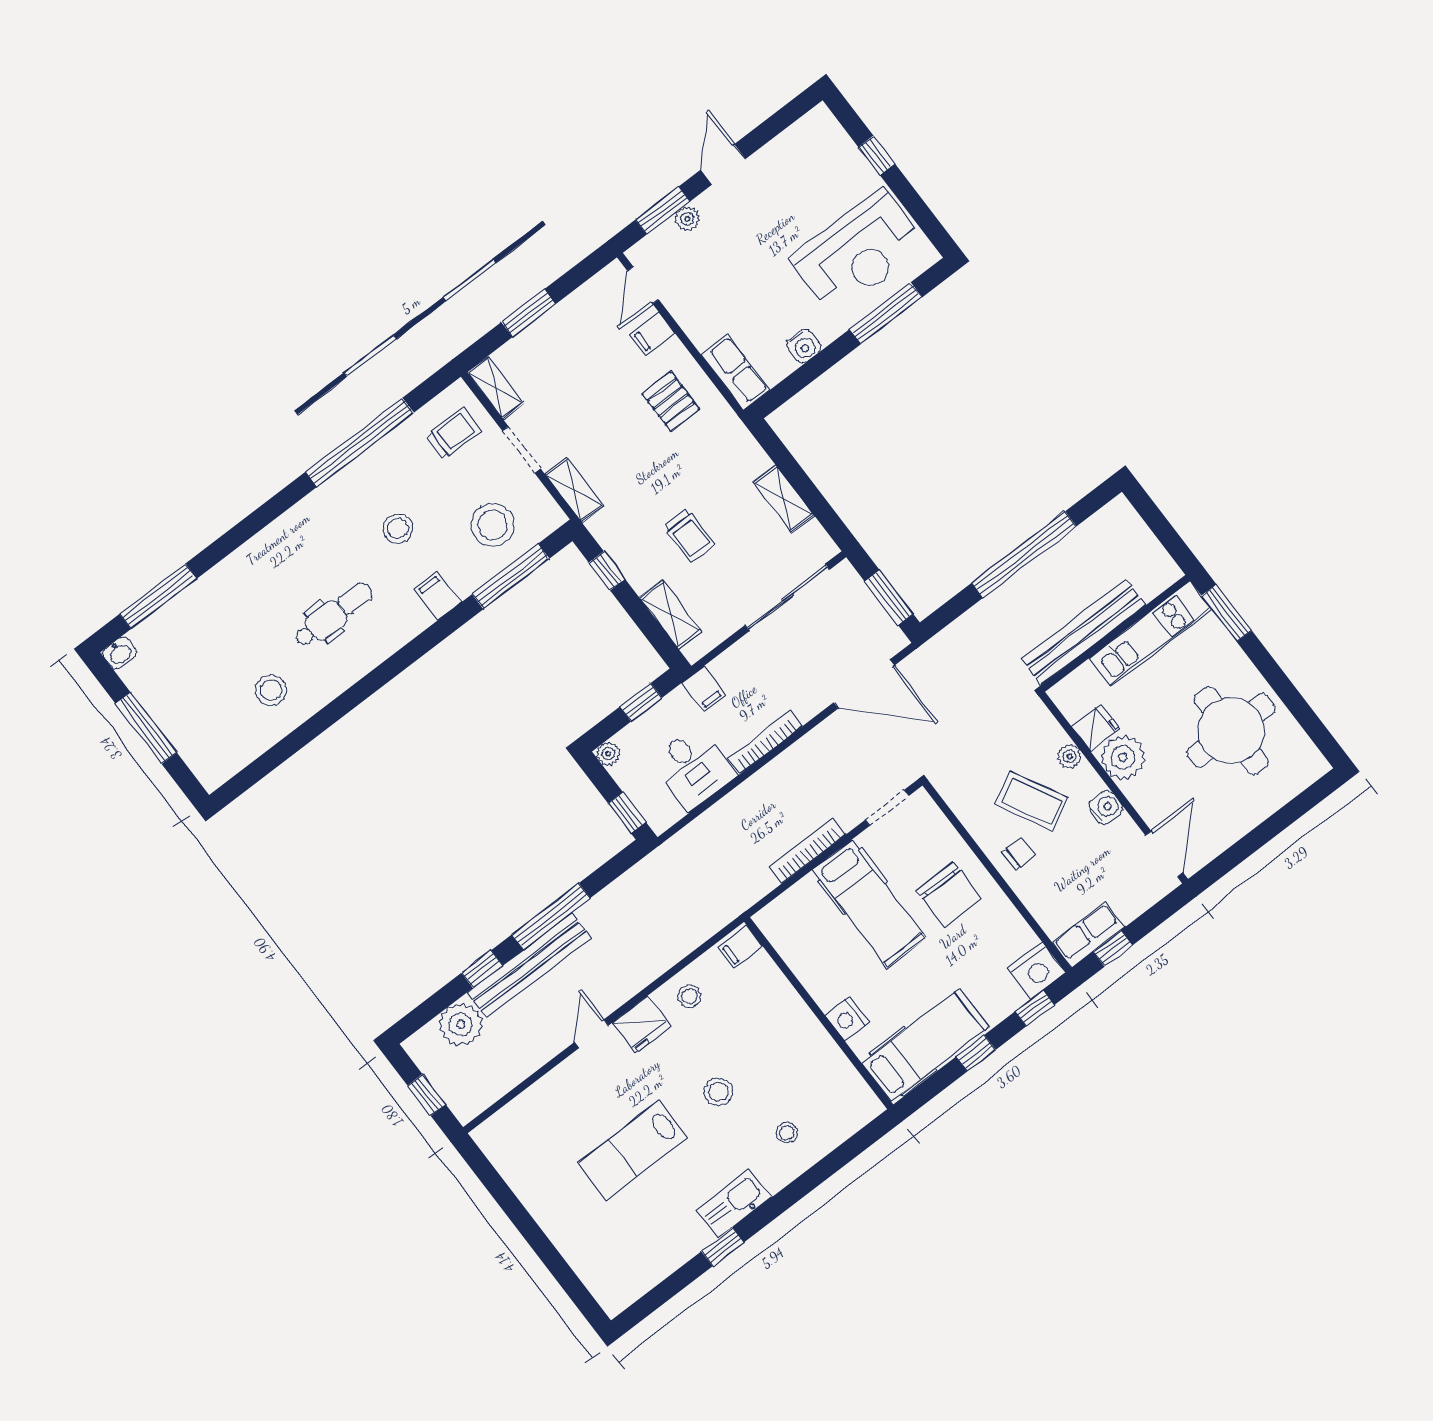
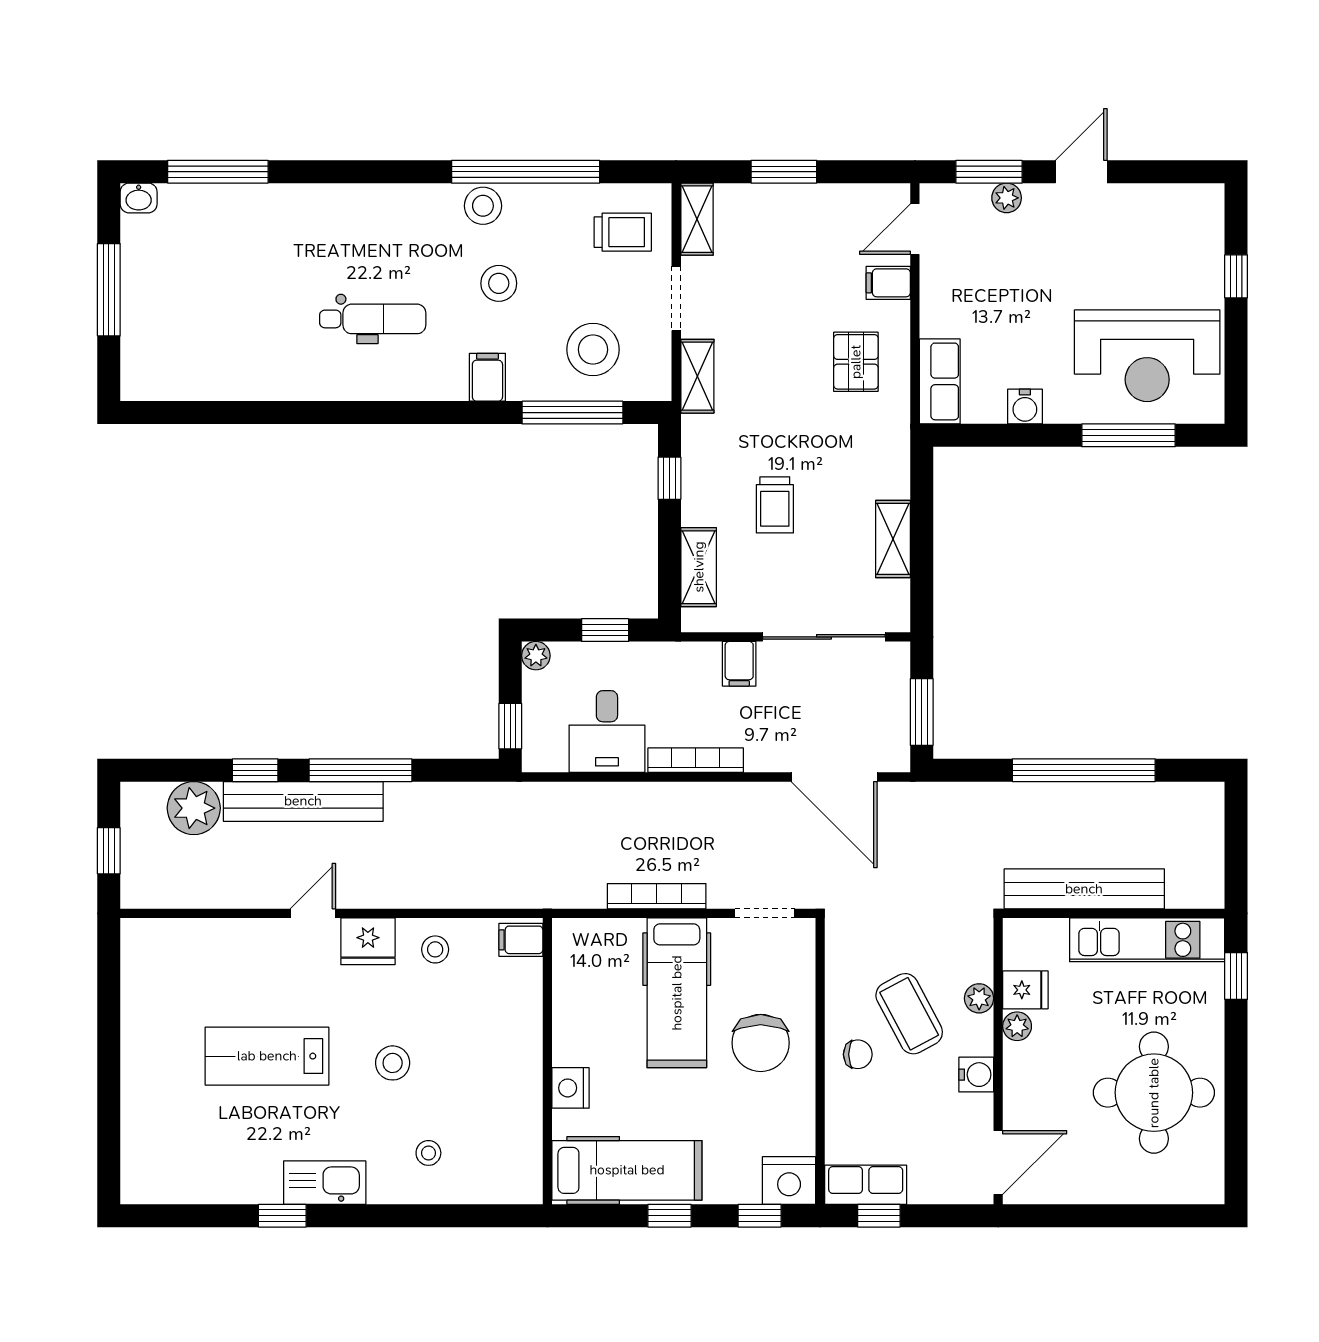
window: (1227, 613) -> (1236, 976), width x0.67
filing cabinet: (704, 689) -> (739, 664), moved
stool: (271, 690) -> (483, 206), moved
plant: (1123, 757) -> (1017, 1026), width x0.53, depth x0.53

